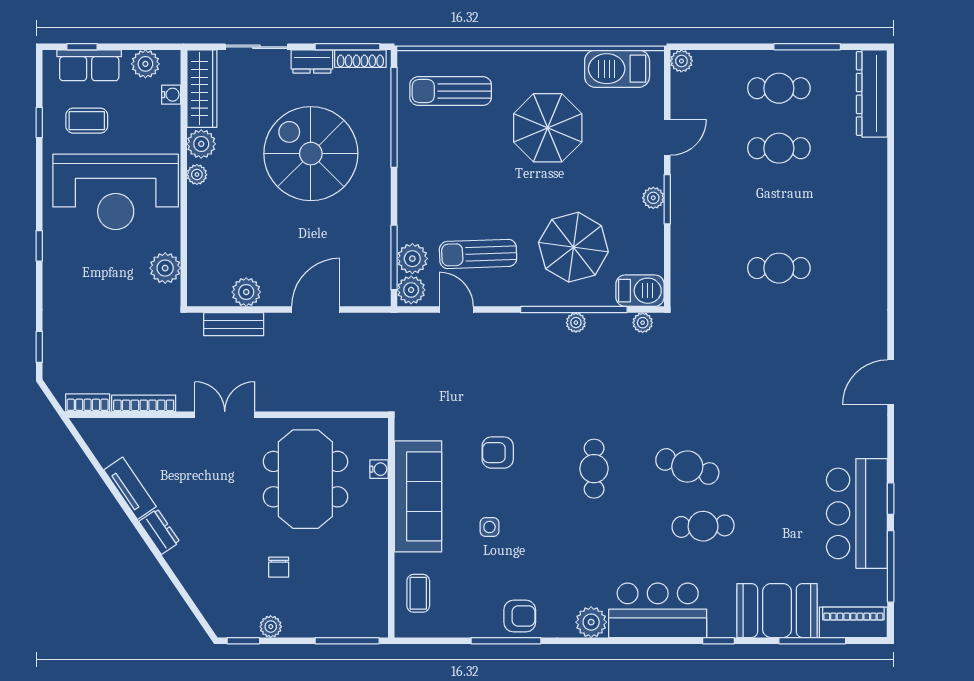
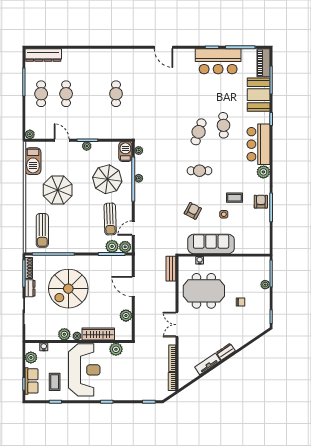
wardrobe: (202, 89) -> (98, 334), moved
bench: (234, 324) -> (171, 269), moved
armchair: (498, 453) -> (193, 211), turned -152
coffee table: (418, 593) -> (234, 198), moved
plant: (271, 627) -> (265, 285), moved

